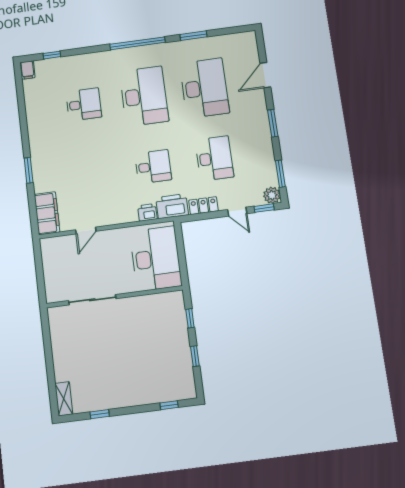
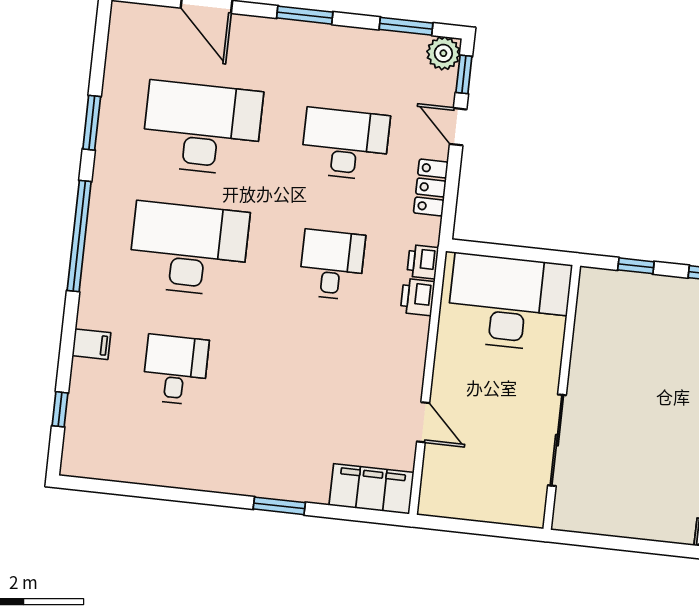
filing cabinet: (27, 70) -> (91, 344), moved
printer: (172, 206) -> (423, 262), width x0.53, depth x0.68
door: (237, 212) -> (458, 127), swing flipped

